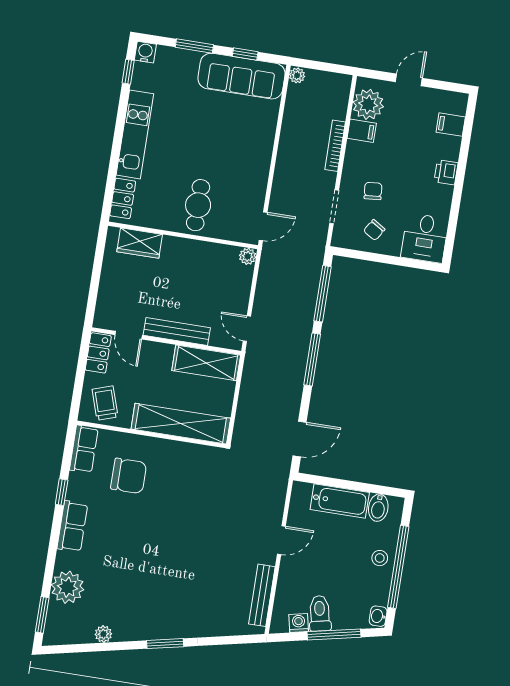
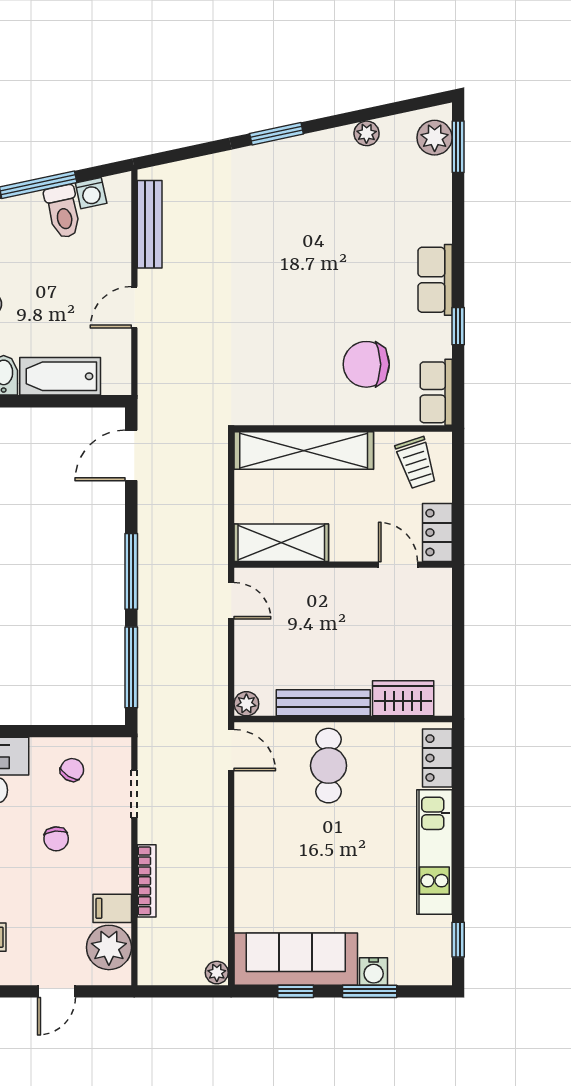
water cooler: (145, 52) -> (374, 971), moved
chair: (373, 191) -> (56, 839), moved
door: (263, 226) -> (231, 750), swing flipped
bench: (177, 331) -> (323, 703), moved
plant: (67, 587) -> (435, 138), moved, width x0.73, depth x0.73

